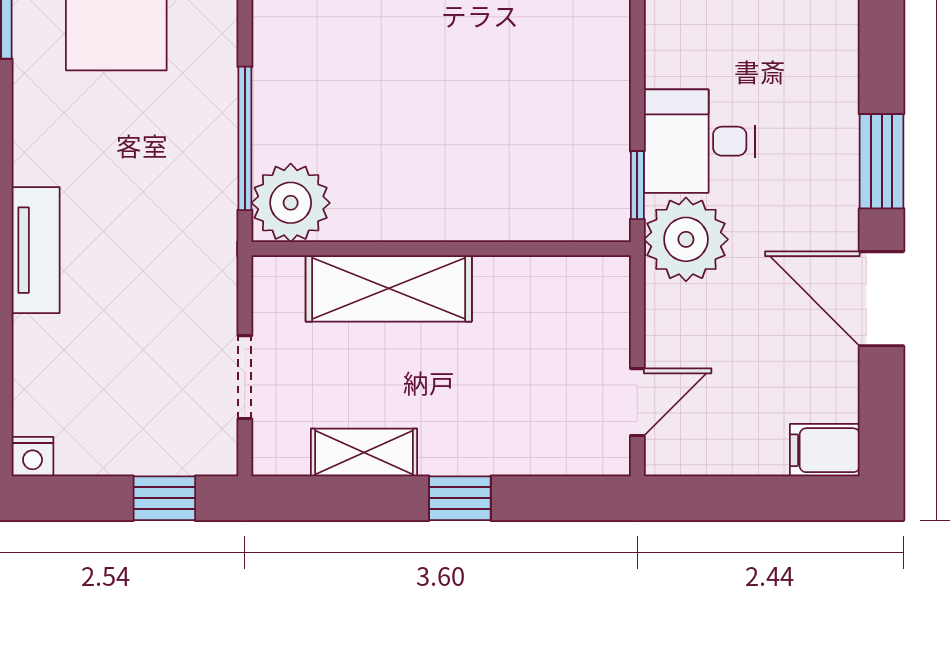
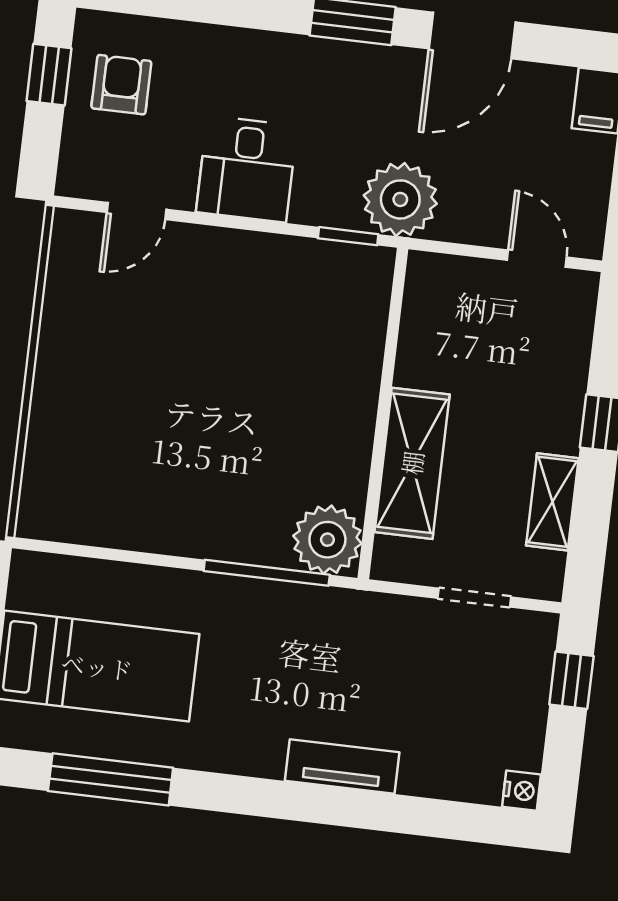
desk: (700, 141) -> (247, 169), moved

